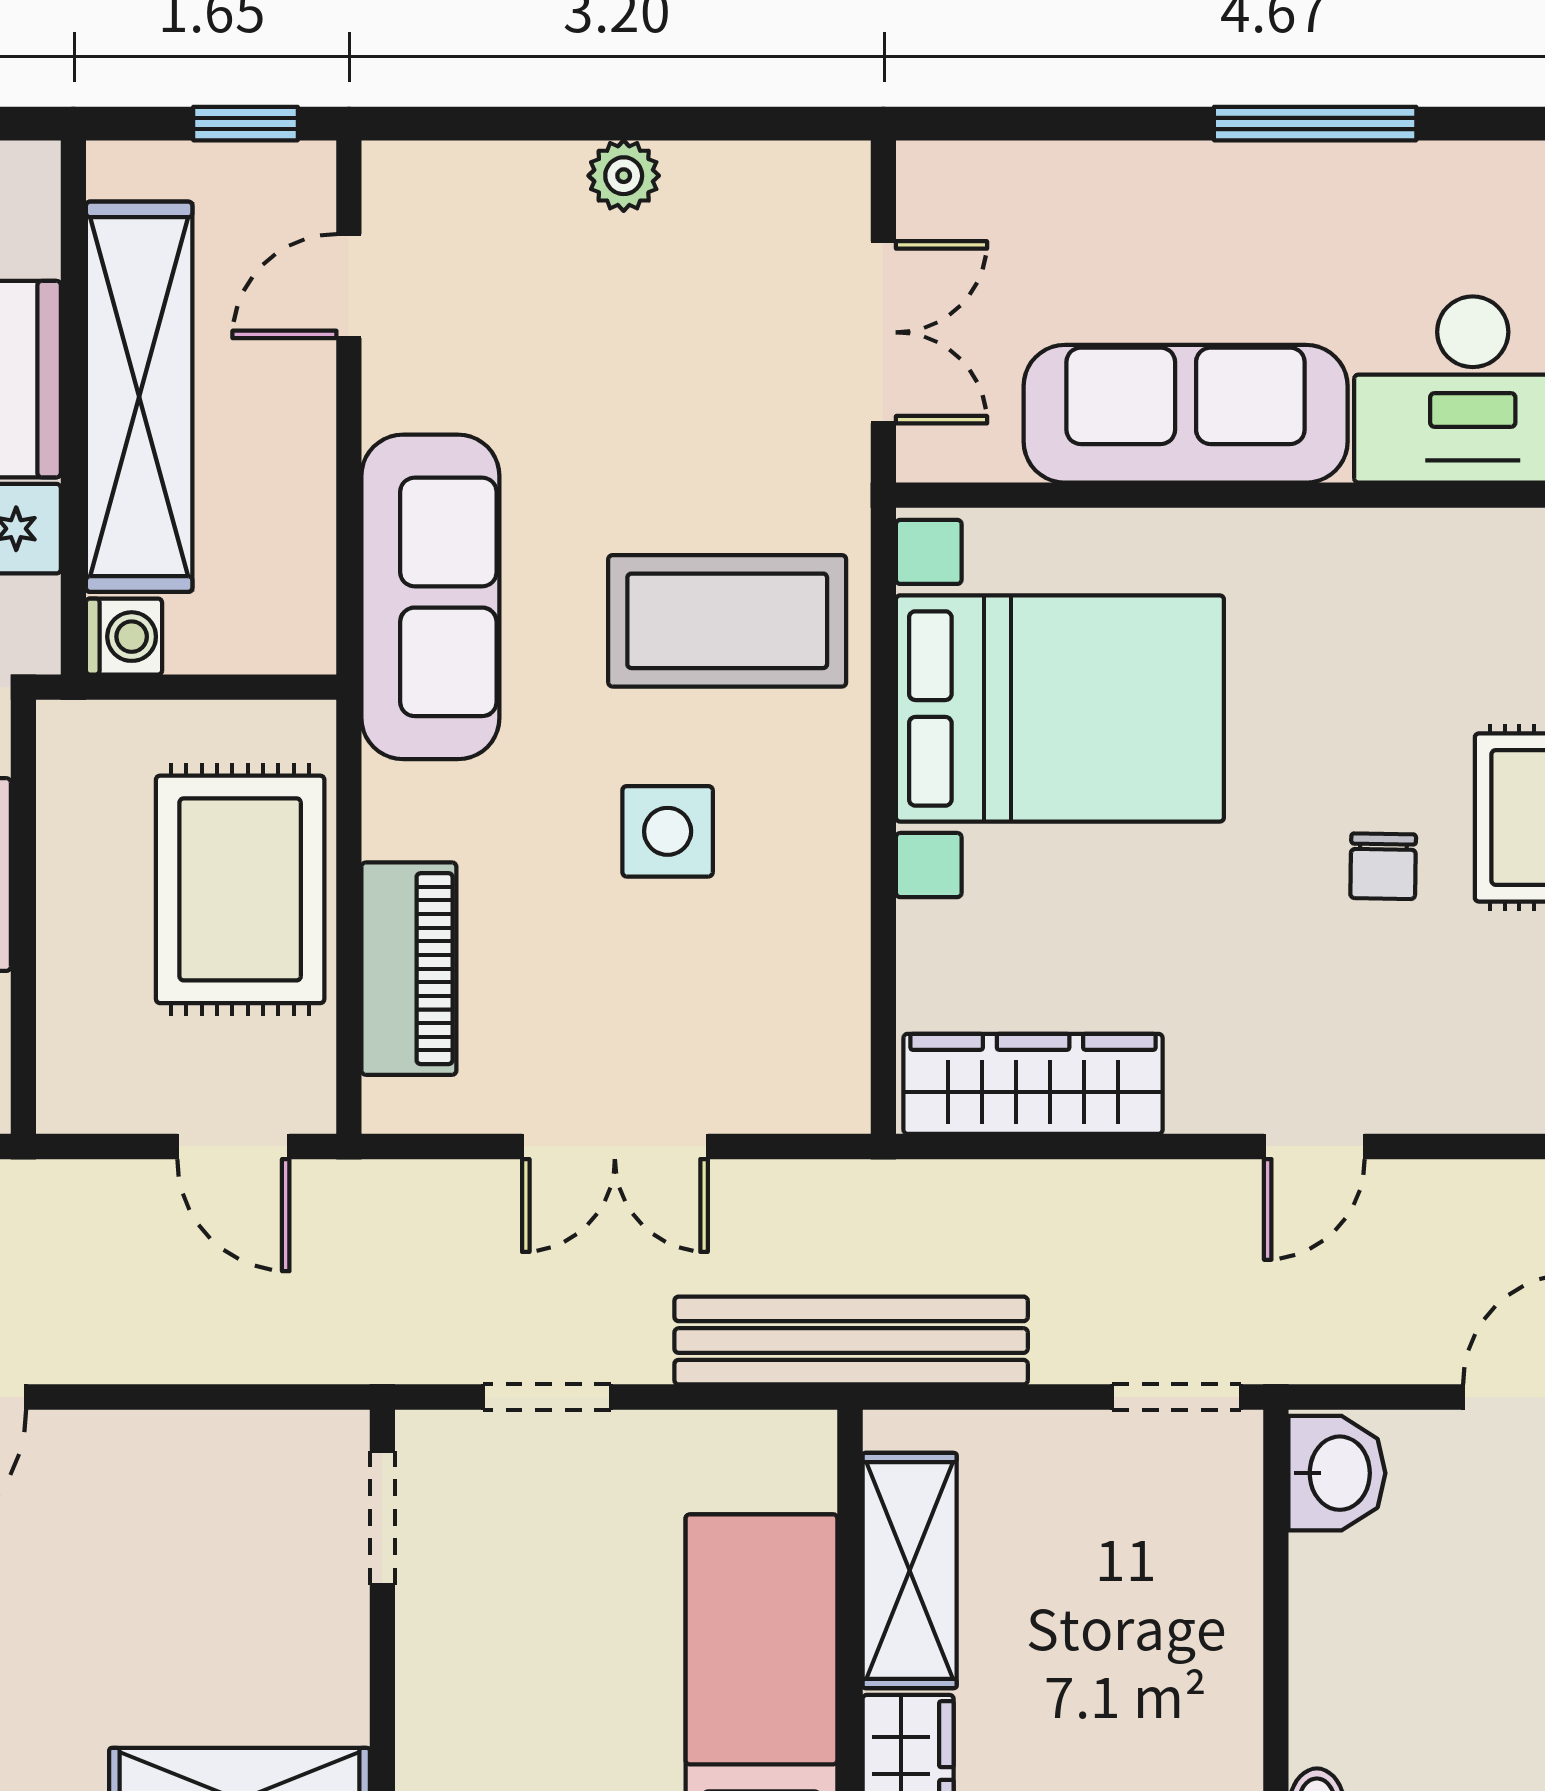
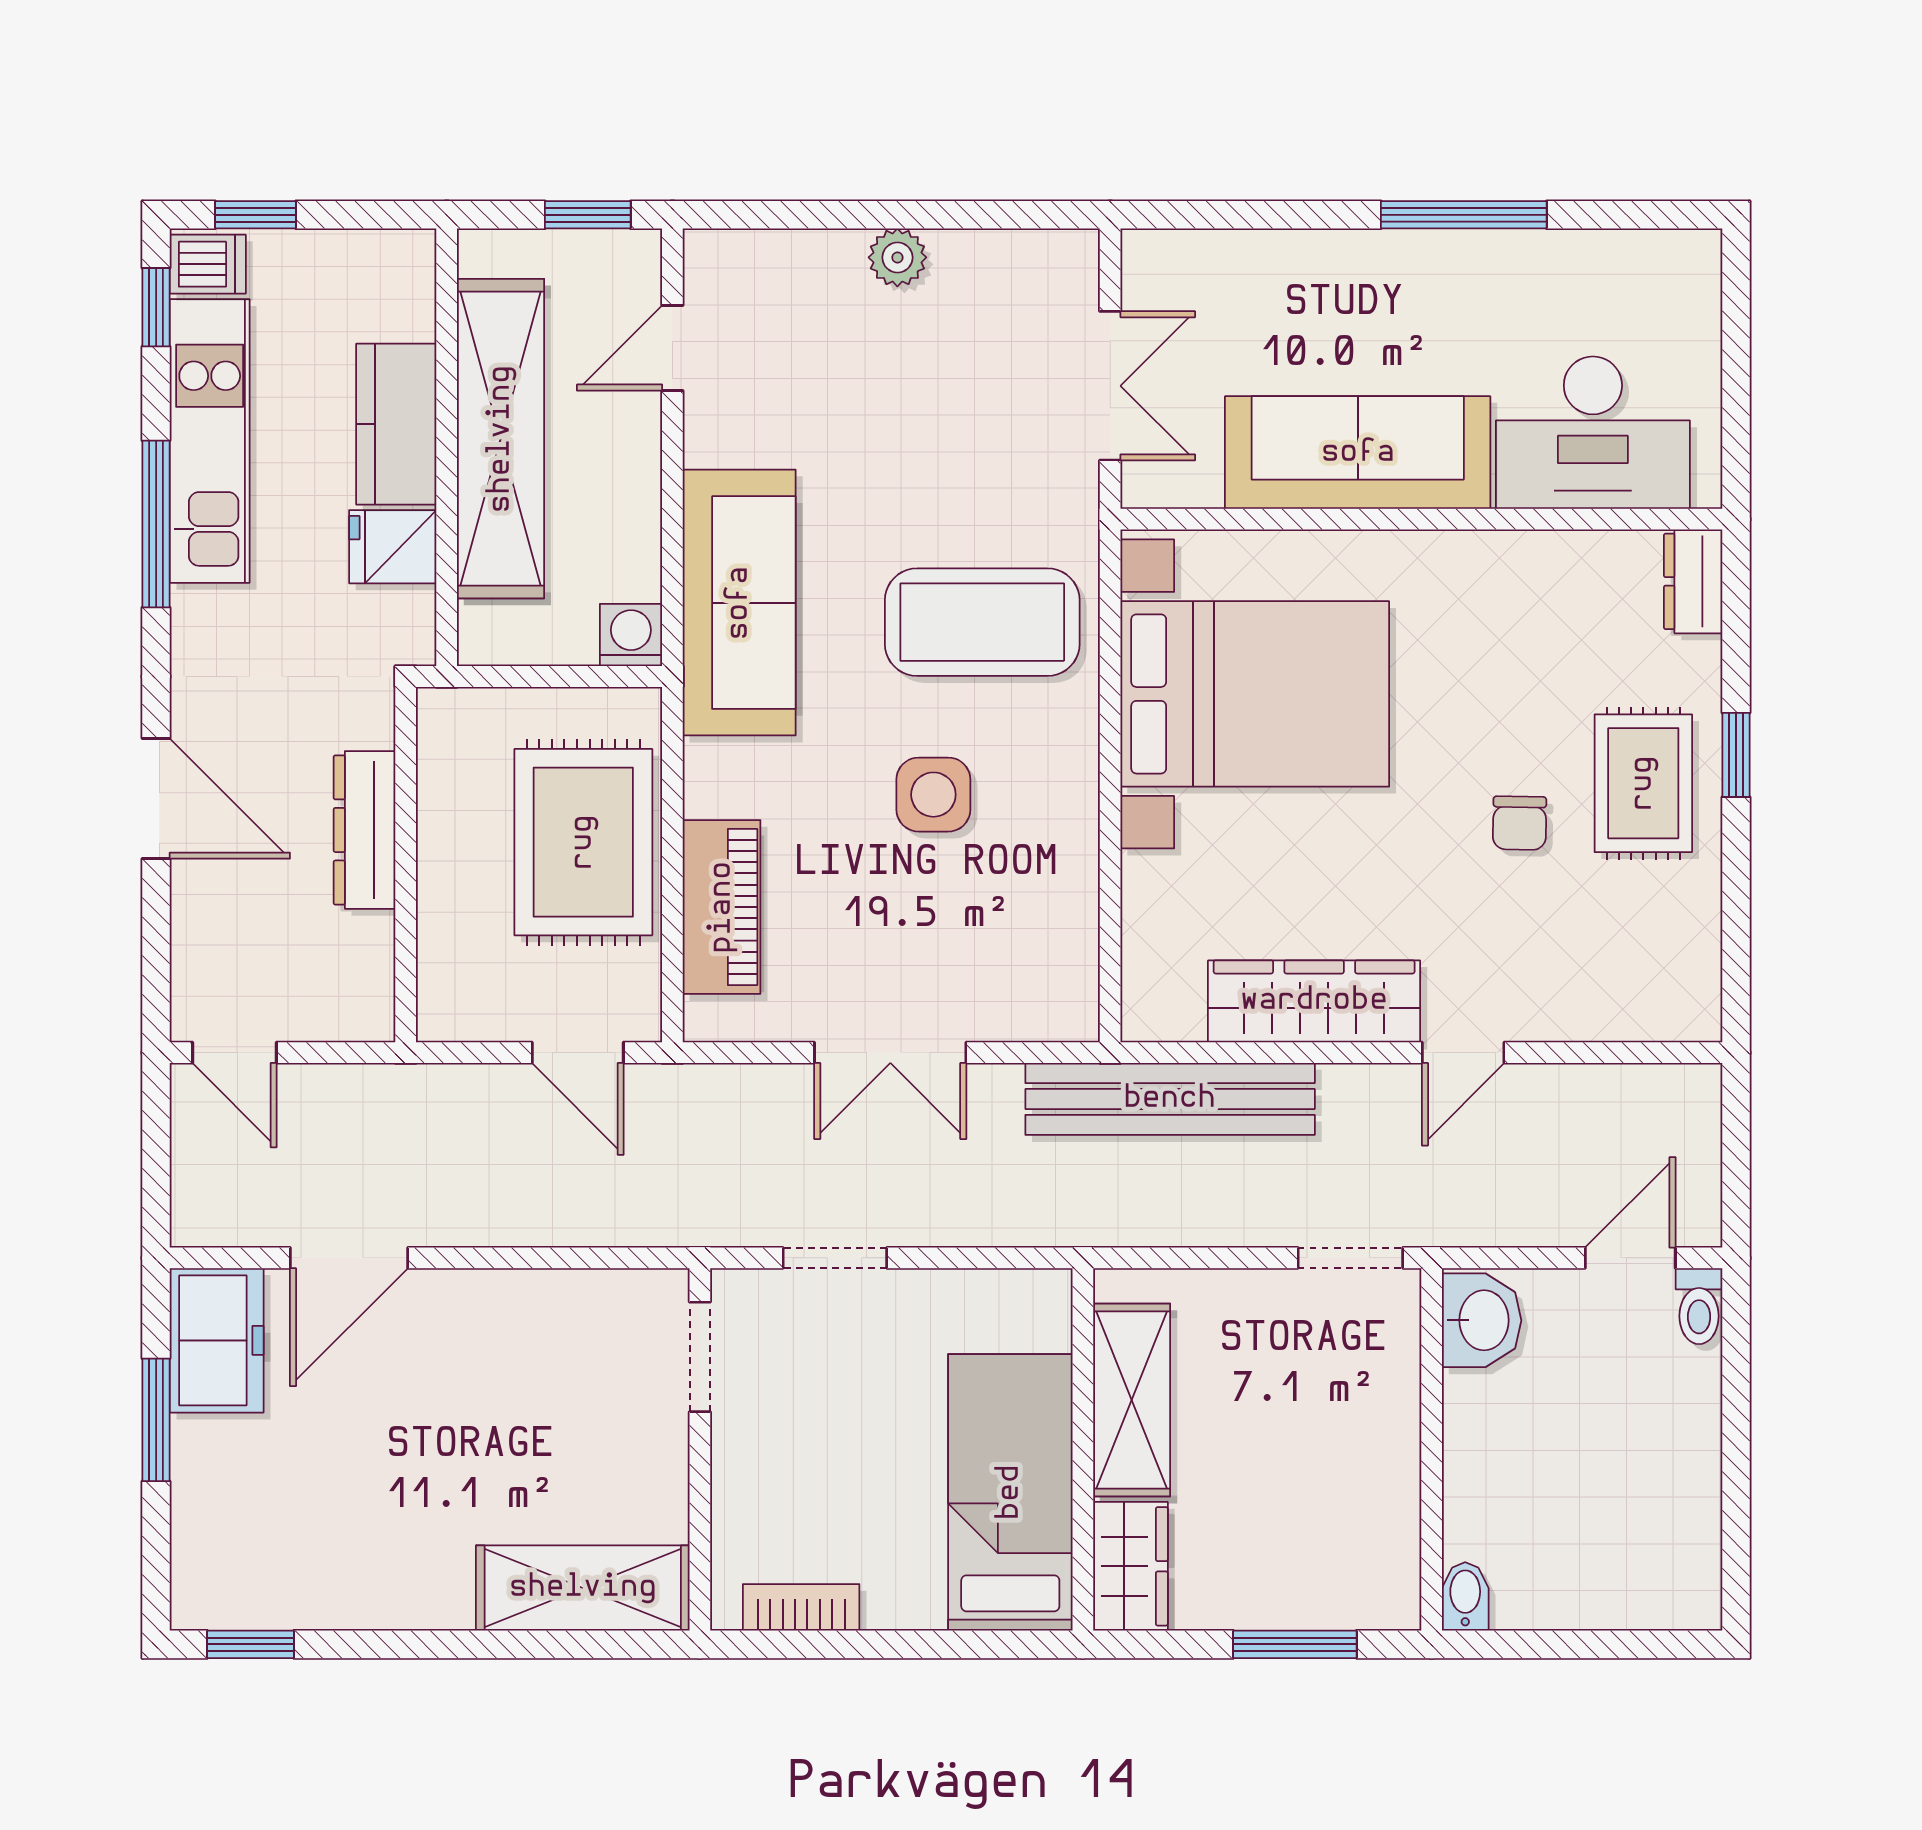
washing machine: (124, 637) -> (631, 635), moved, turned -90
wardrobe: (1033, 1084) -> (1314, 1001), moved
bench: (851, 1341) -> (1170, 1099), moved

